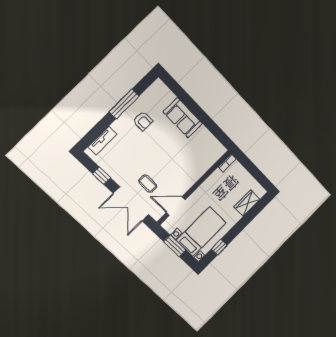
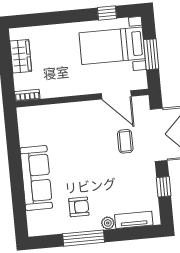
sofa: (183, 118) -> (36, 178), width x1.36
armchair: (143, 121) -> (79, 207), turned 90
plant: (117, 126) -> (108, 223), added
wardrobe: (247, 203) -> (21, 56), moved, turned -90

